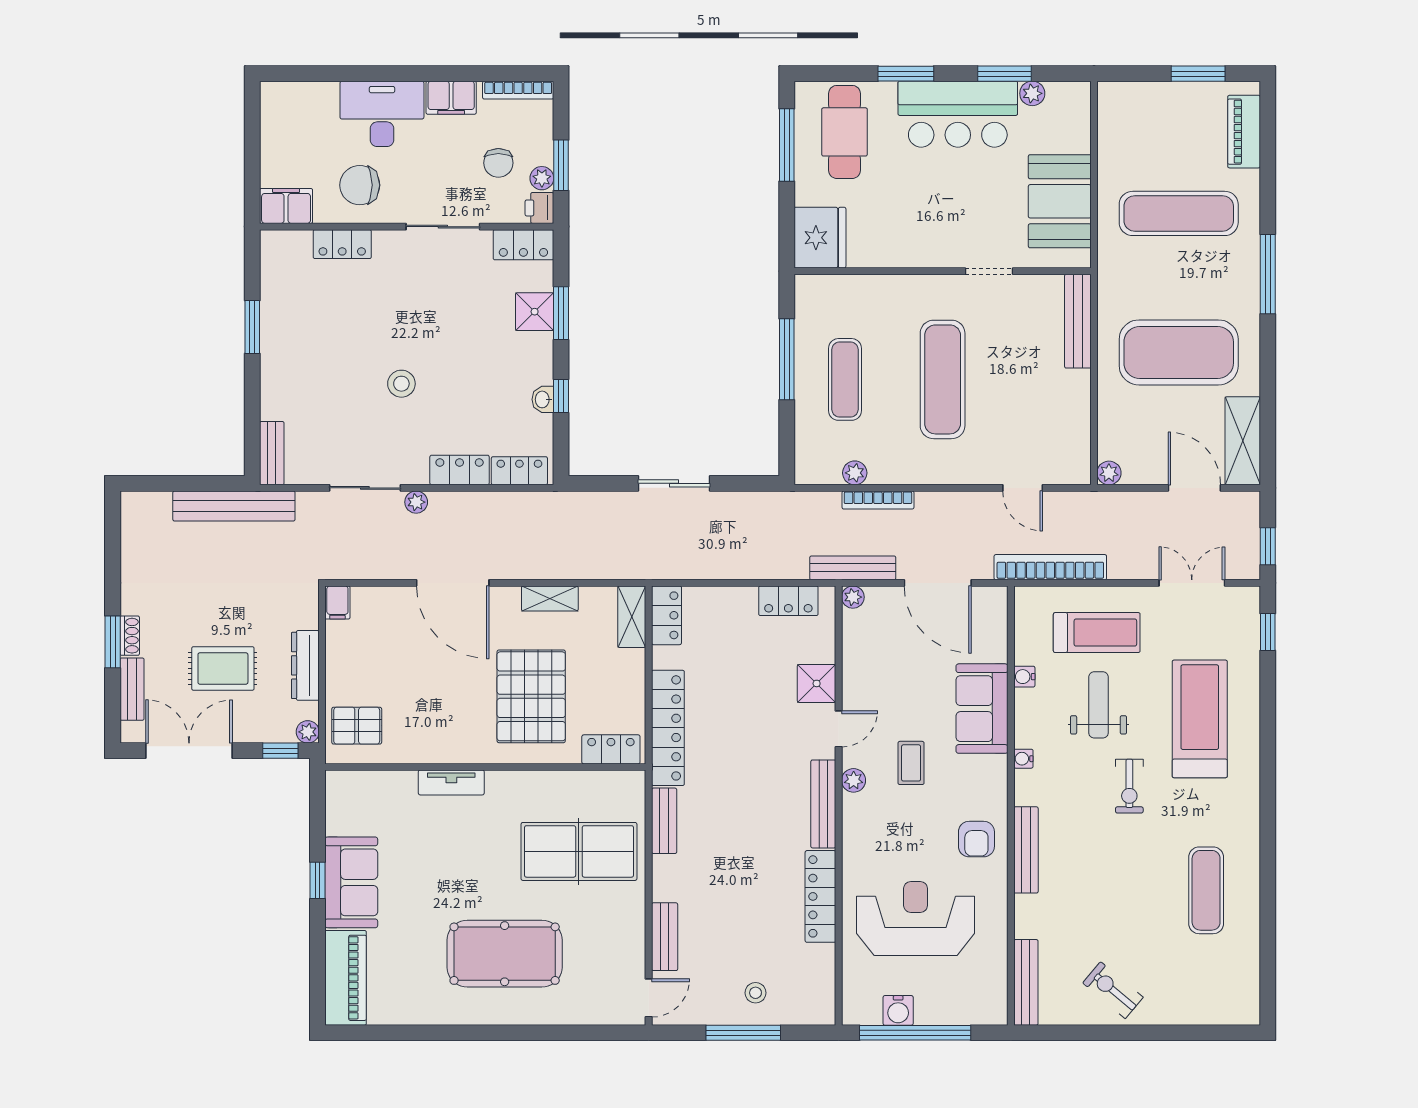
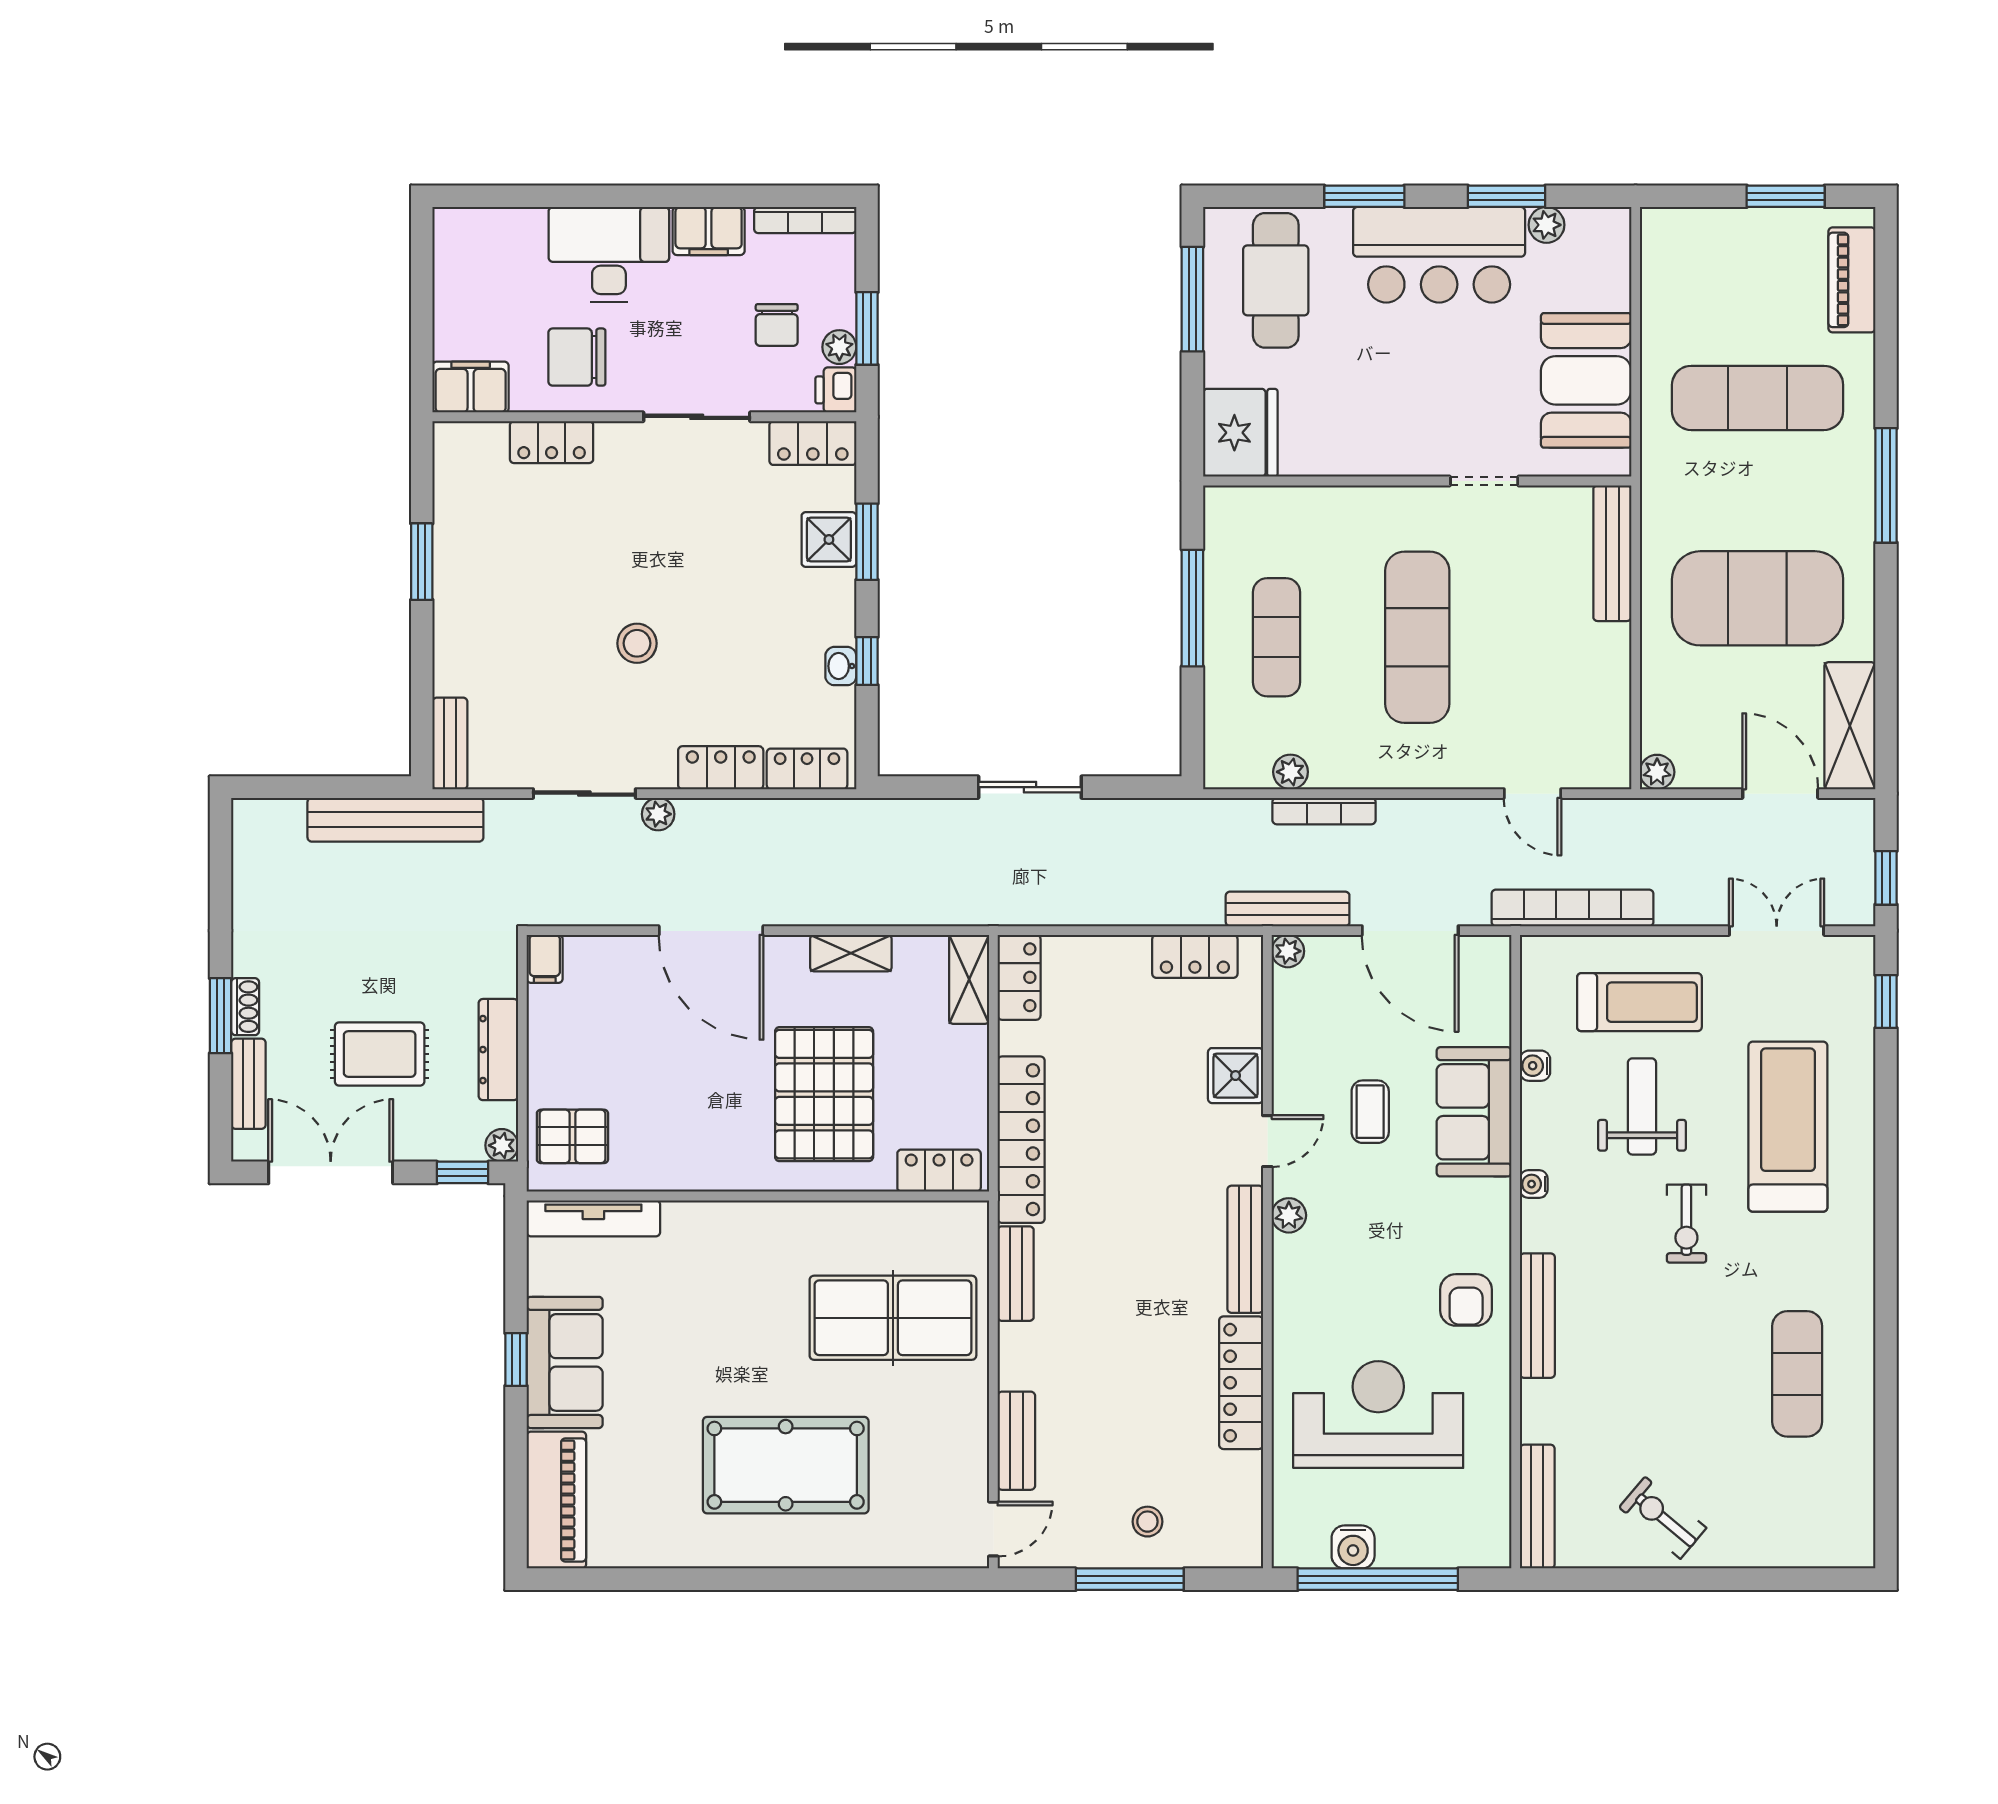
coffee table: (911, 763) -> (1370, 1112), moved
tv unit: (451, 782) -> (593, 1218), moved, width x1.41

